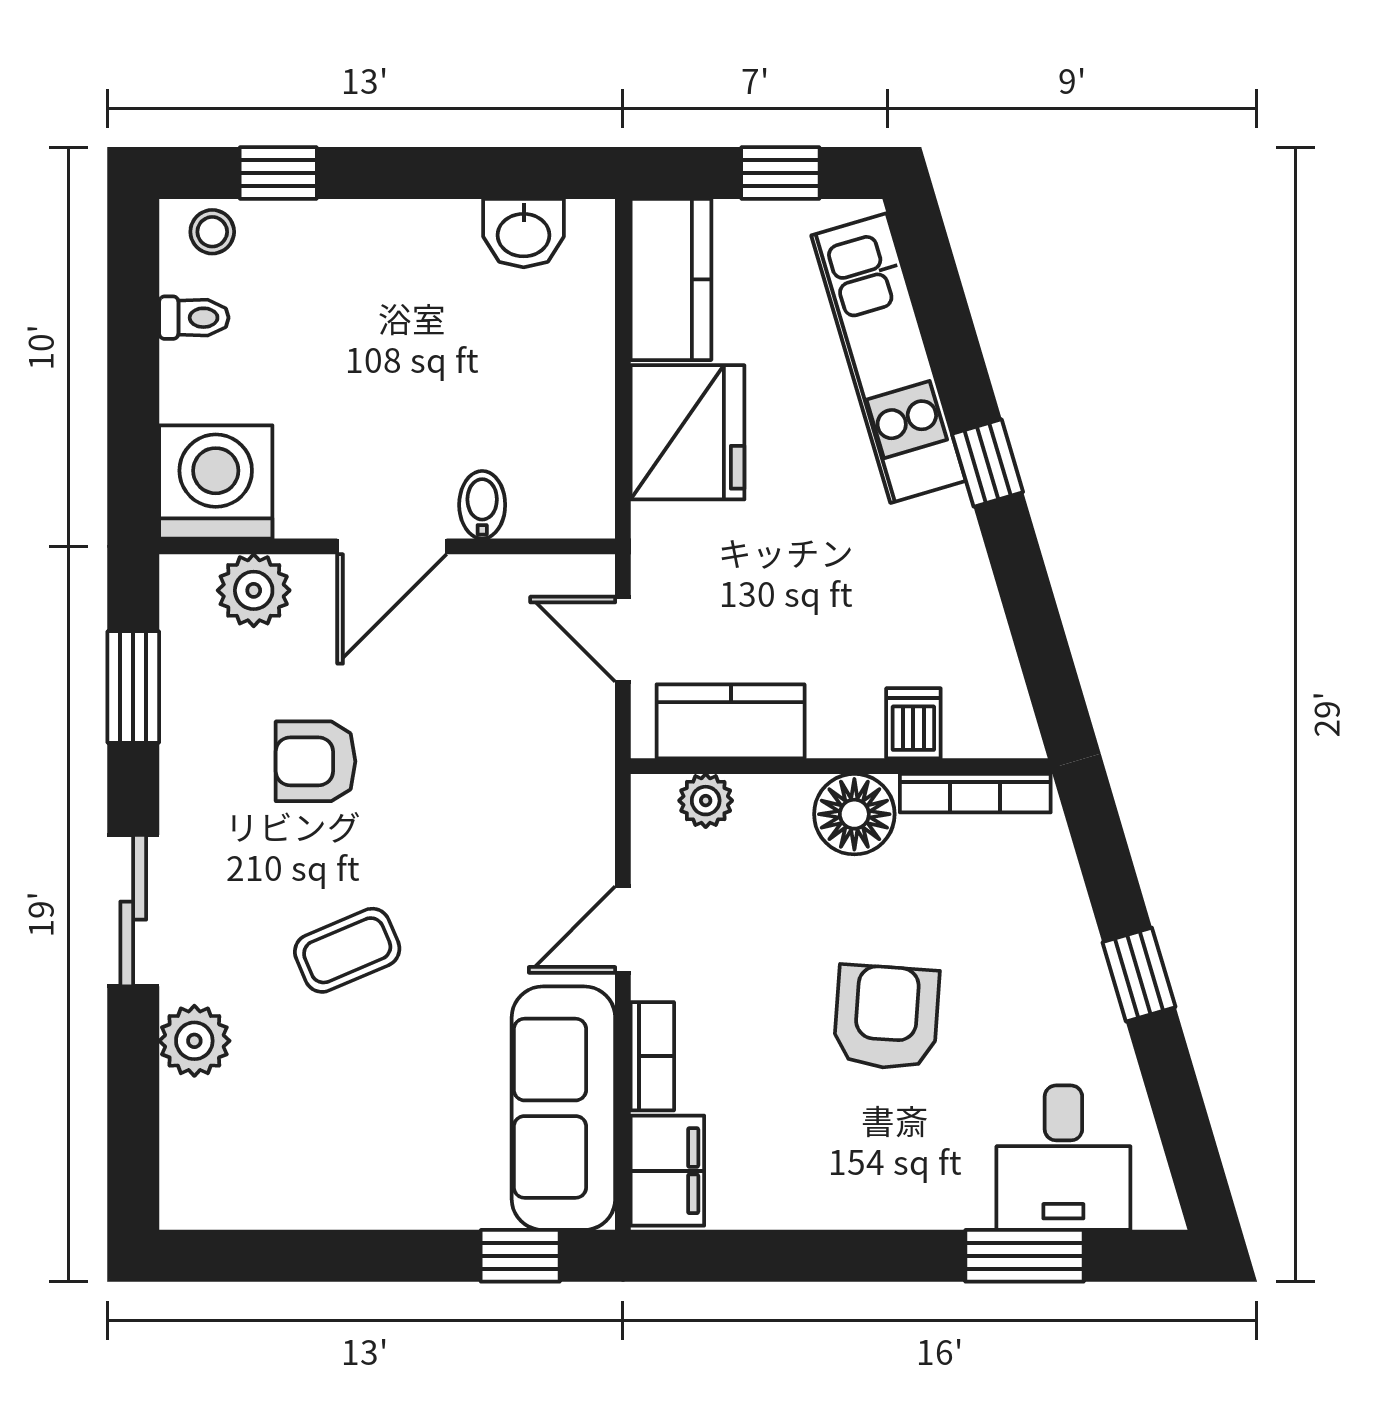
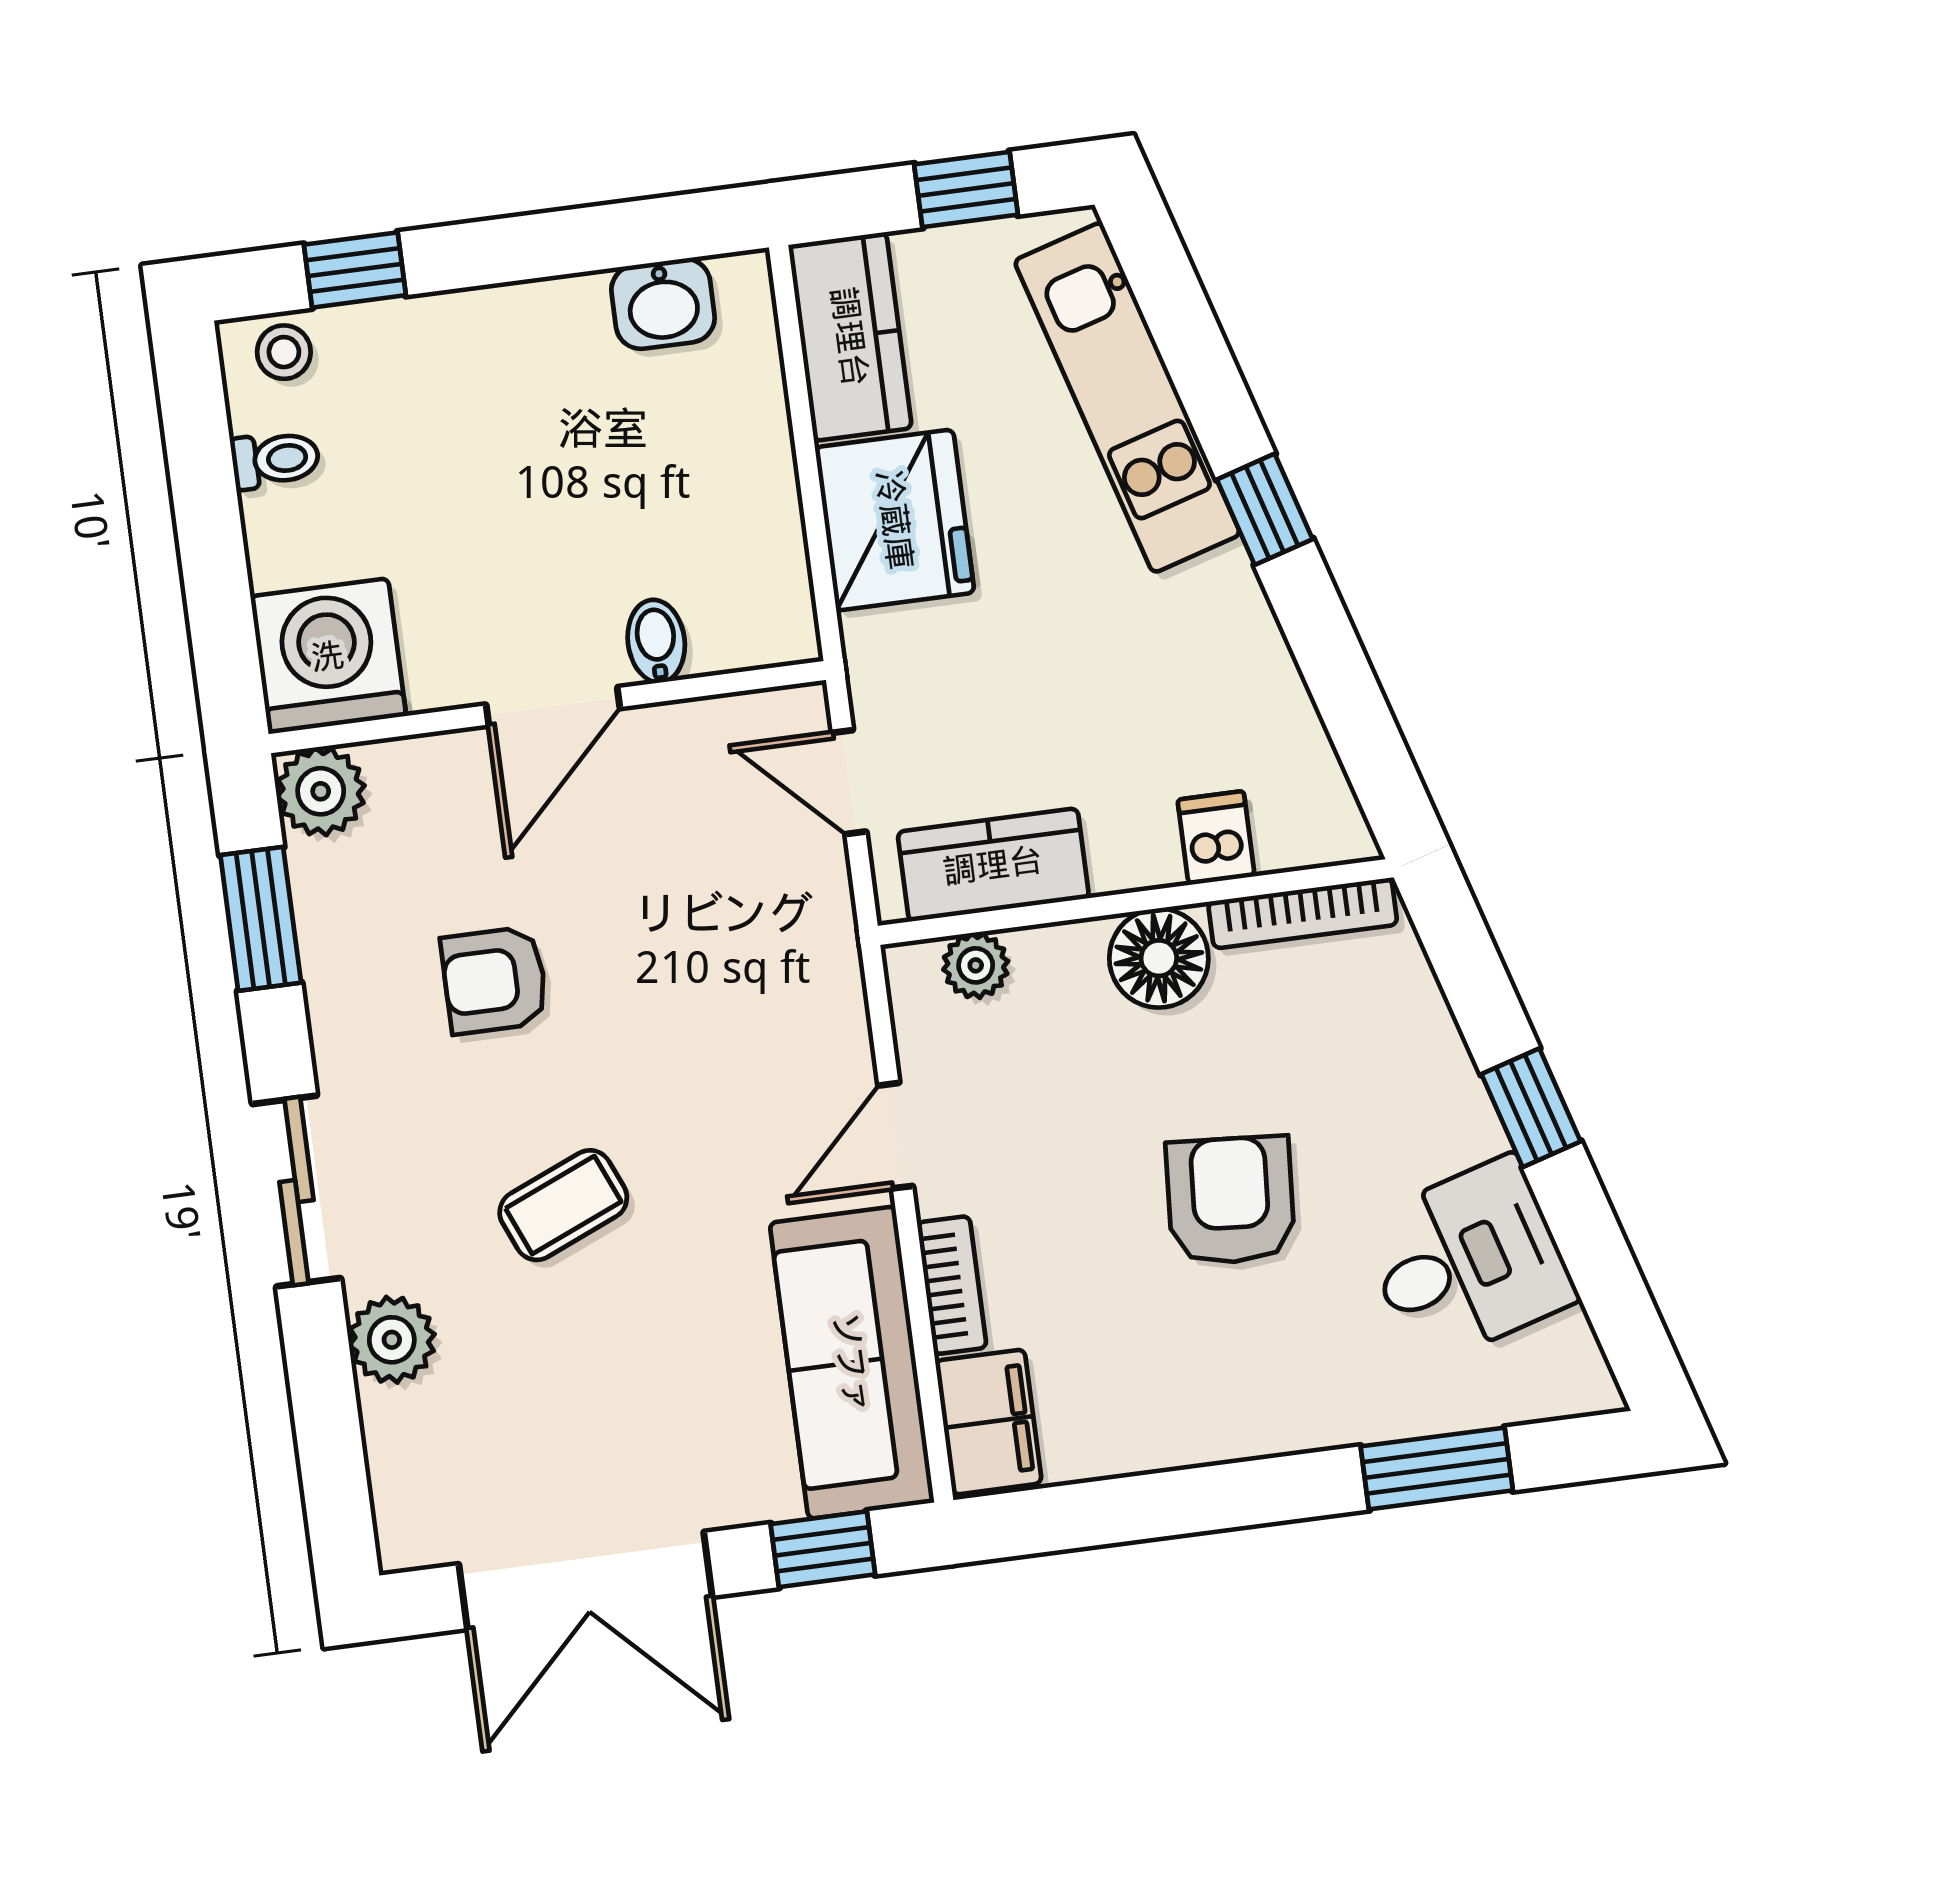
plant: (254, 590) -> (321, 791), moved
desk: (1063, 1158) -> (1467, 1261), moved, turned -106
double door: (325, 1256) -> (585, 1581), added

